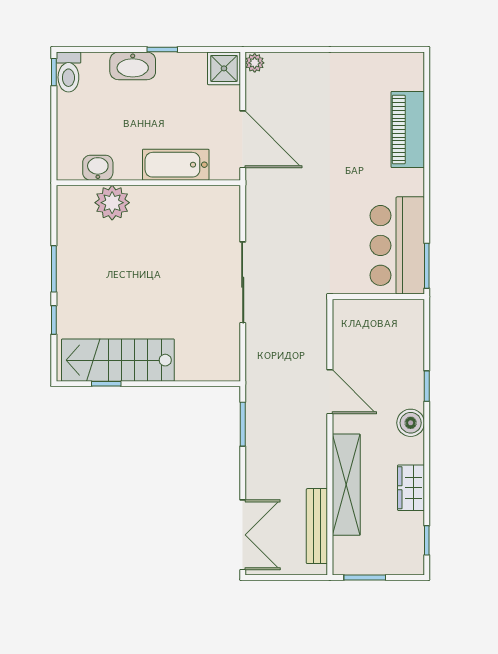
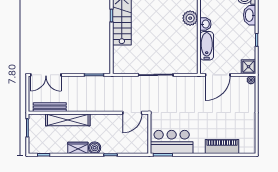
washbasin: (133, 66) -> (250, 15), moved
washbasin: (98, 168) -> (205, 24), moved
door: (330, 392) -> (132, 113), moved
wardrobe: (411, 488) -> (78, 148), moved

